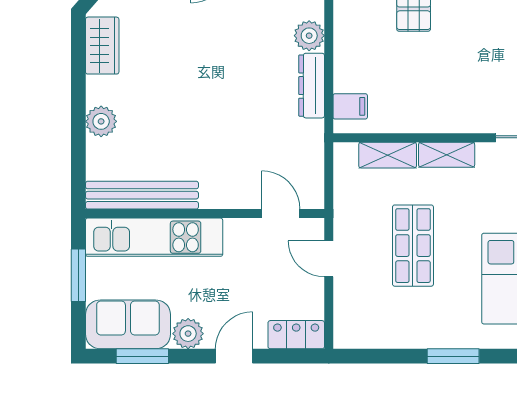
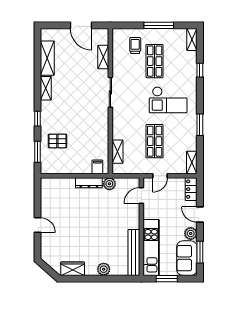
plant: (309, 36) -> (109, 184), moved
shelving: (447, 155) -> (192, 163), moved
shop shelf: (413, 246) -> (155, 141), turned 90

